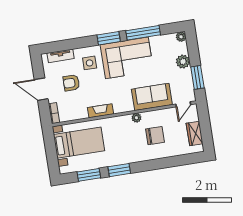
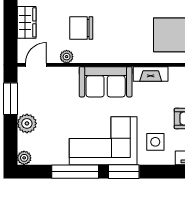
sofa: (152, 97) -> (106, 82), moved
plant: (136, 118) -> (67, 57), moved

